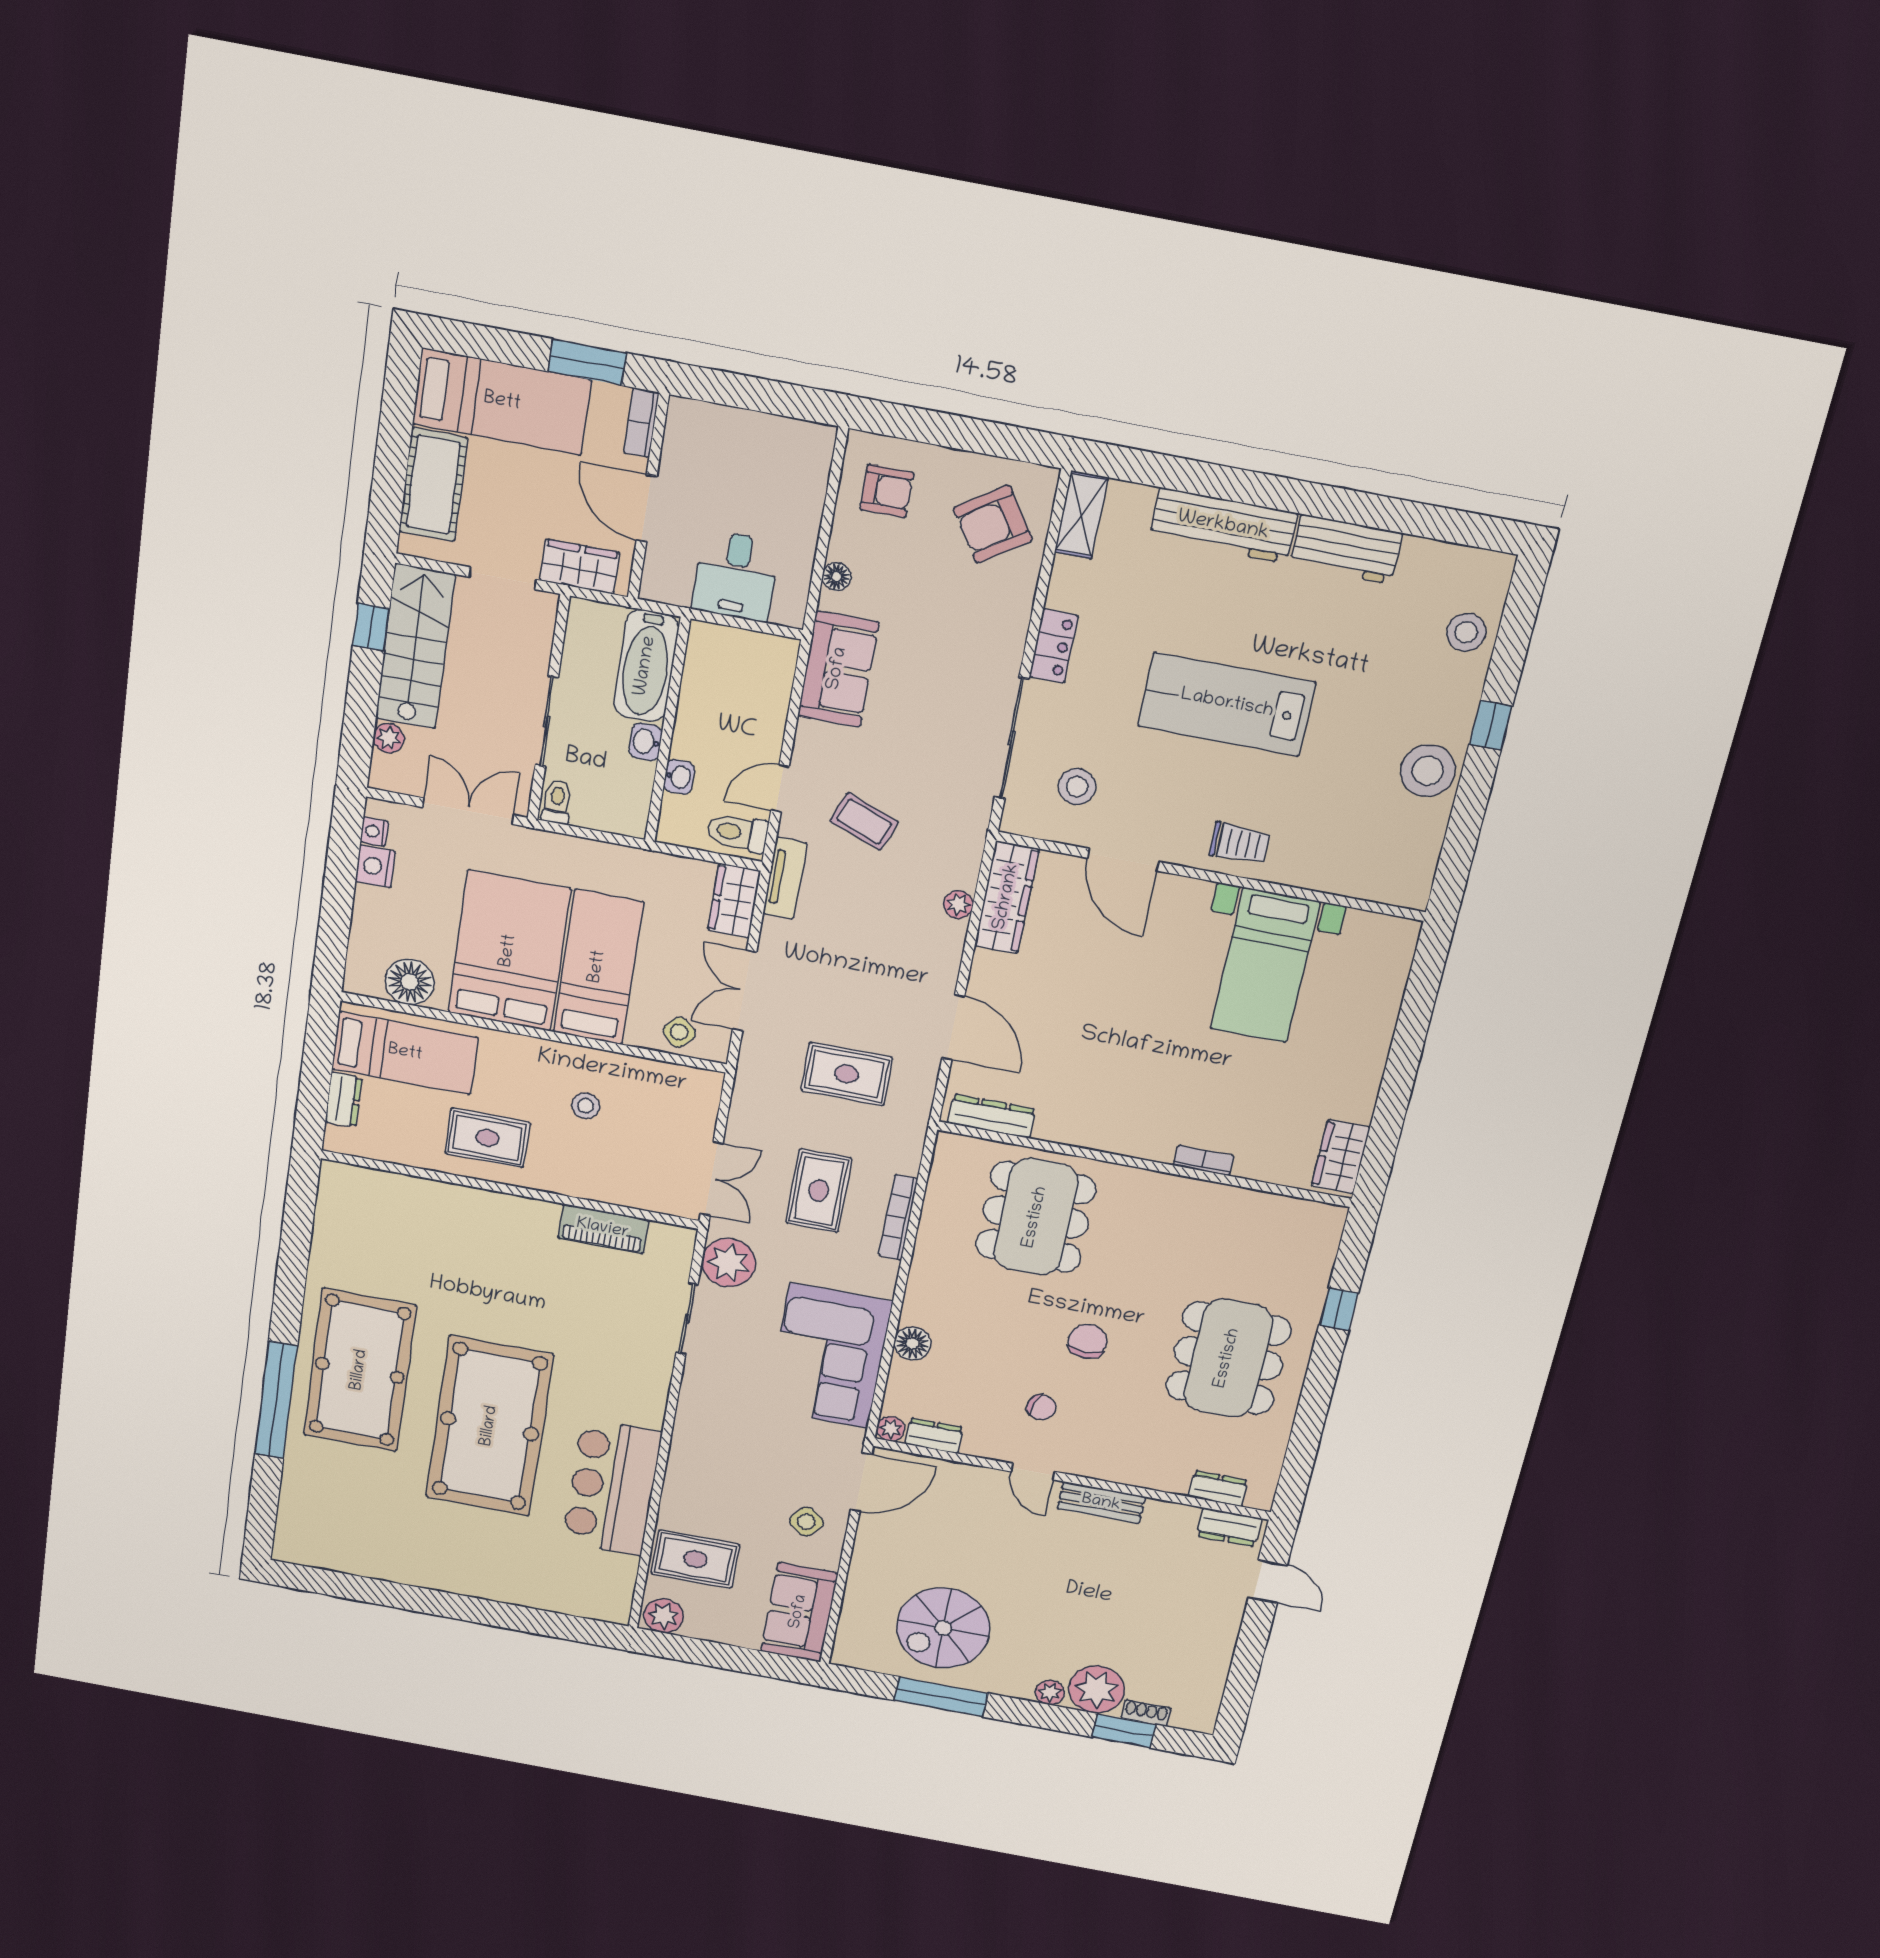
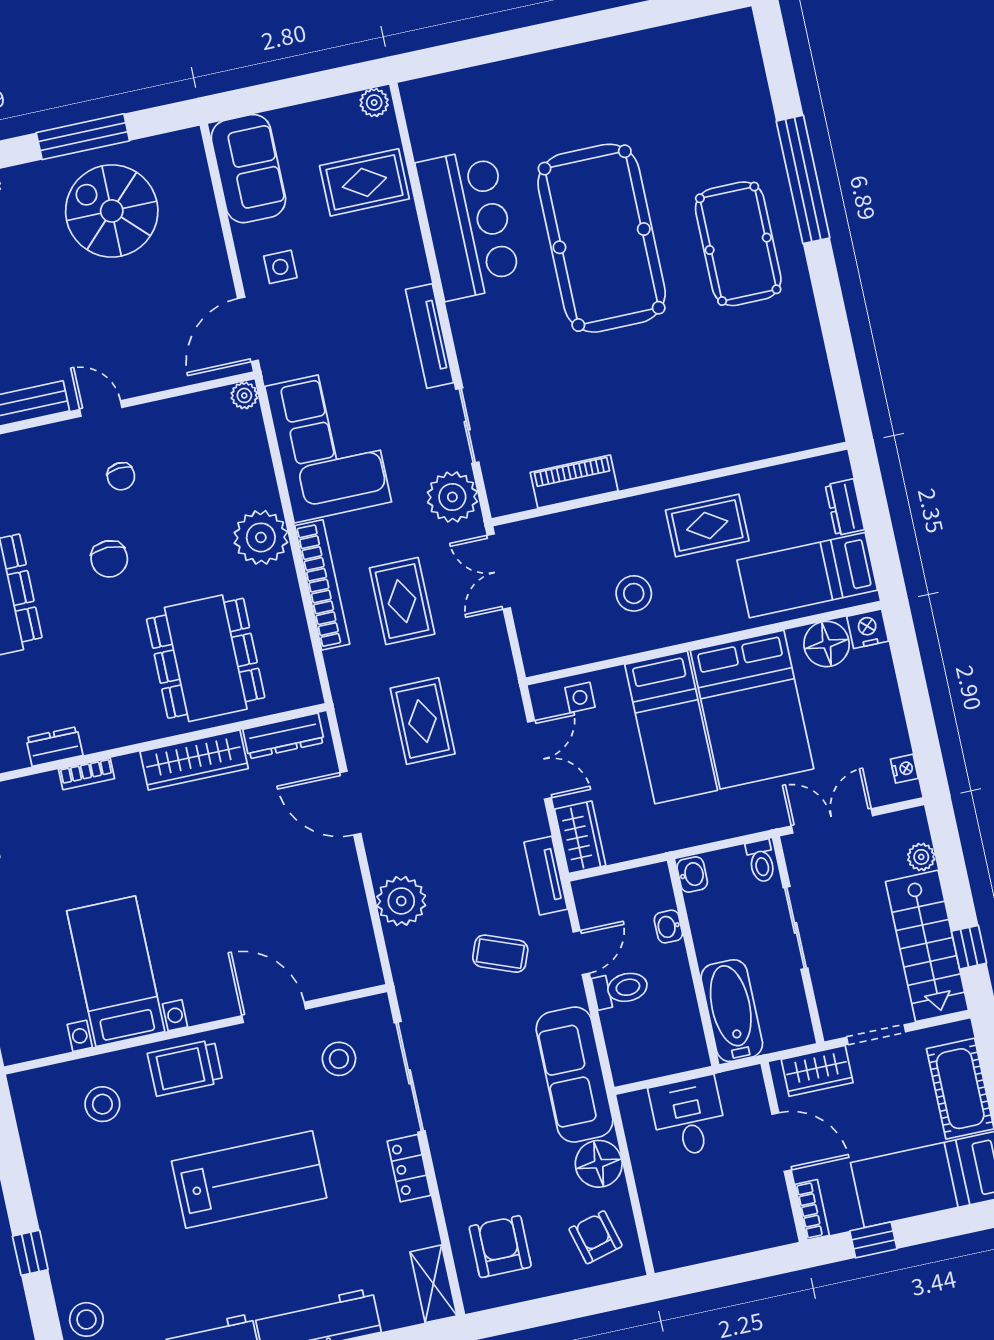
window: (587, 362) -> (873, 1240), width x0.67
armchair: (887, 491) -> (596, 1237), turned 75
armchair: (993, 524) -> (500, 1247), turned -56
floor lamp: (836, 577) -> (599, 1164), width x1.89, depth x1.89
sofa: (838, 669) -> (575, 1075), width x1.36
washbasin: (646, 742) -> (692, 874), moved
stool: (1428, 771) -> (102, 1104), moved, width x0.73, depth x0.73
double door: (468, 811) -> (832, 821), swing flipped
toilet: (737, 833) -> (621, 989), moved
trolley: (1240, 843) -> (185, 1068), width x1.36, depth x1.39
nightstand: (375, 866) -> (868, 629), moved, turned -90
wardrobe: (1007, 897) -> (194, 760), moved, turned -90
plant: (958, 905) -> (401, 901), width x1.88, depth x1.88
side table: (679, 1032) -> (580, 697), turned 45
rug: (847, 1074) -> (423, 721), turned 90
stool: (586, 1106) -> (634, 593), width x1.37, depth x1.37
bookcase: (898, 1217) -> (322, 585), width x1.48, depth x1.31
plant: (931, 1301) -> (261, 537), added
floor lamp: (912, 1344) -> (260, 489), removed
pool table: (360, 1370) -> (738, 244), width x0.73, depth x0.76
chair: (1041, 1407) -> (121, 476), turned -114
tv unit: (690, 1409) -> (430, 336), added
dresser: (934, 1436) -> (54, 746), moved, turned 180
side table: (806, 1522) -> (280, 267), turned -38
plant: (664, 1616) -> (374, 103), width x0.73, depth x0.73
spiral stairs: (943, 1628) -> (112, 211), turned -90

